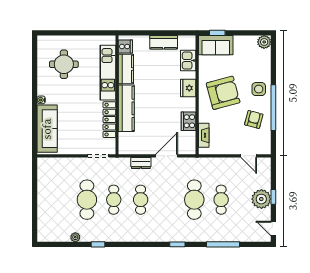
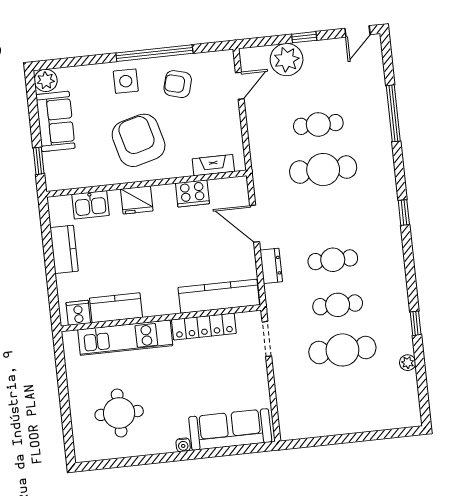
sofa: (216, 45) -> (55, 121), moved
kitchen counter: (126, 108) -> (219, 296), moved
plant: (261, 199) -> (287, 60), moved
window: (177, 244) -> (404, 213), moved

